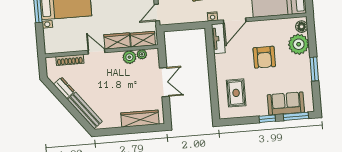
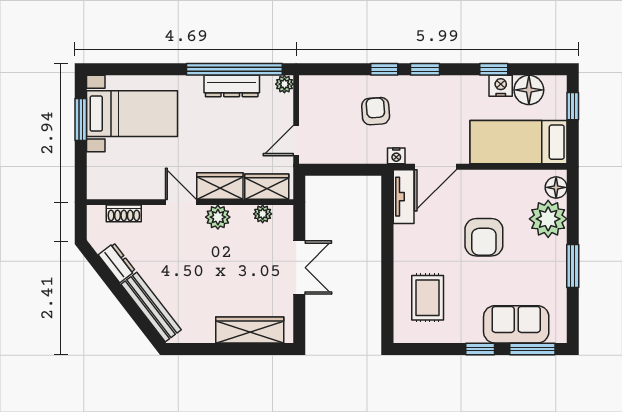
plant: (129, 57) -> (218, 217), moved
shoe rack: (70, 60) -> (124, 213), width x0.70

